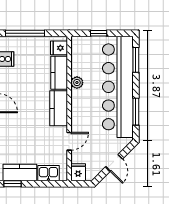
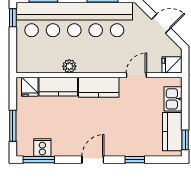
window: (25, 33) -> (13, 126), width x0.69
window: (99, 33) -> (13, 18), moved
door: (69, 141) -> (136, 75), hinge flipped

